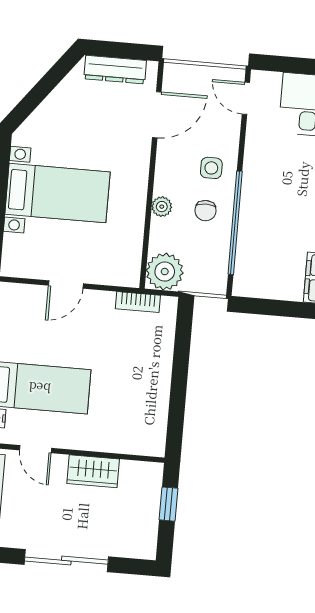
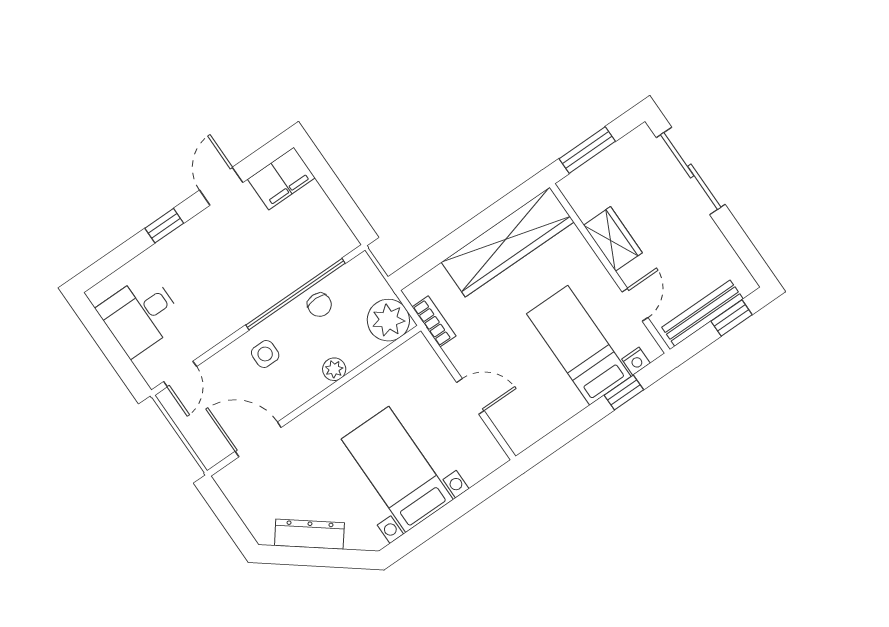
dresser: (115, 70) -> (309, 534), moved, turned -52
chair: (205, 211) -> (319, 305), moved, turned 90
wardrobe: (151, 397) -> (508, 242), added
window: (169, 504) -> (587, 150), width x1.50
sliding door: (66, 561) -> (691, 171), moved

